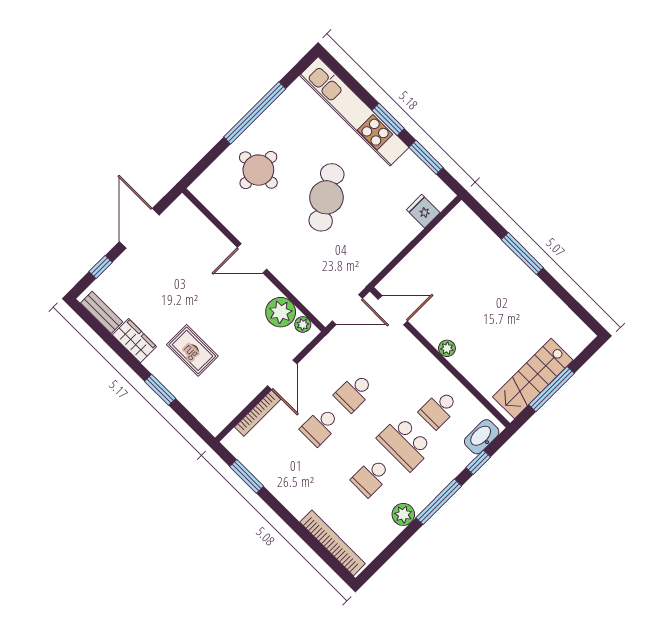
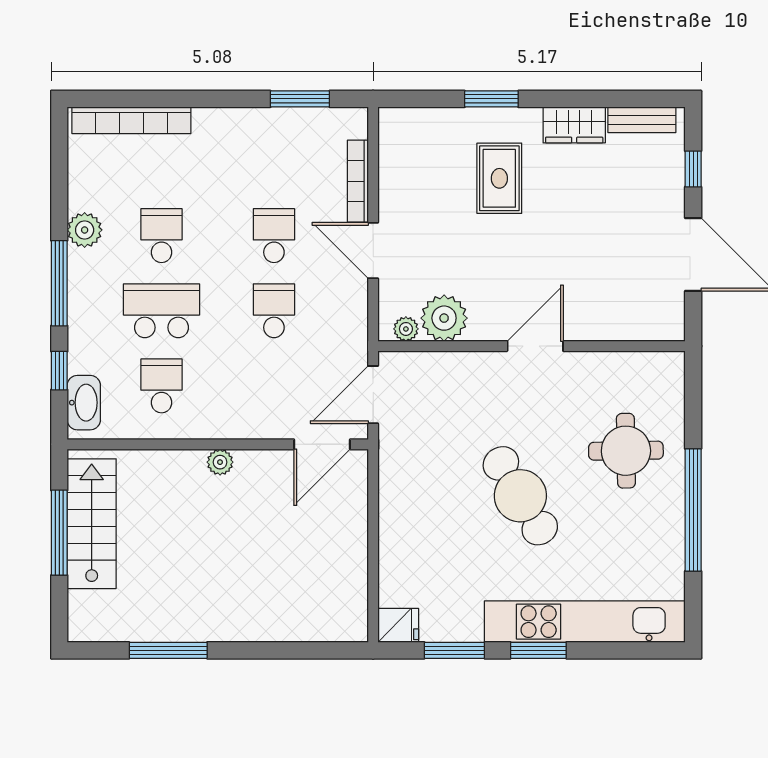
fridge: (423, 211) -> (398, 625), moved
window: (522, 254) -> (168, 650), moved
rug: (192, 350) -> (499, 178), turned 90

